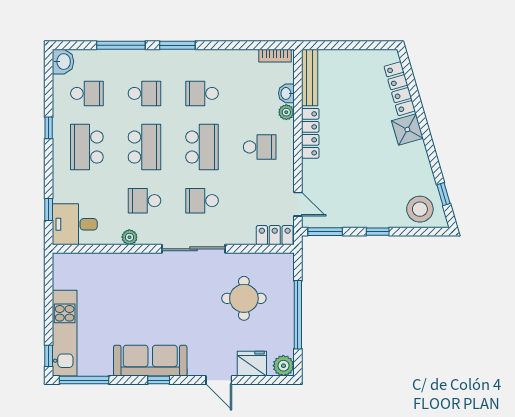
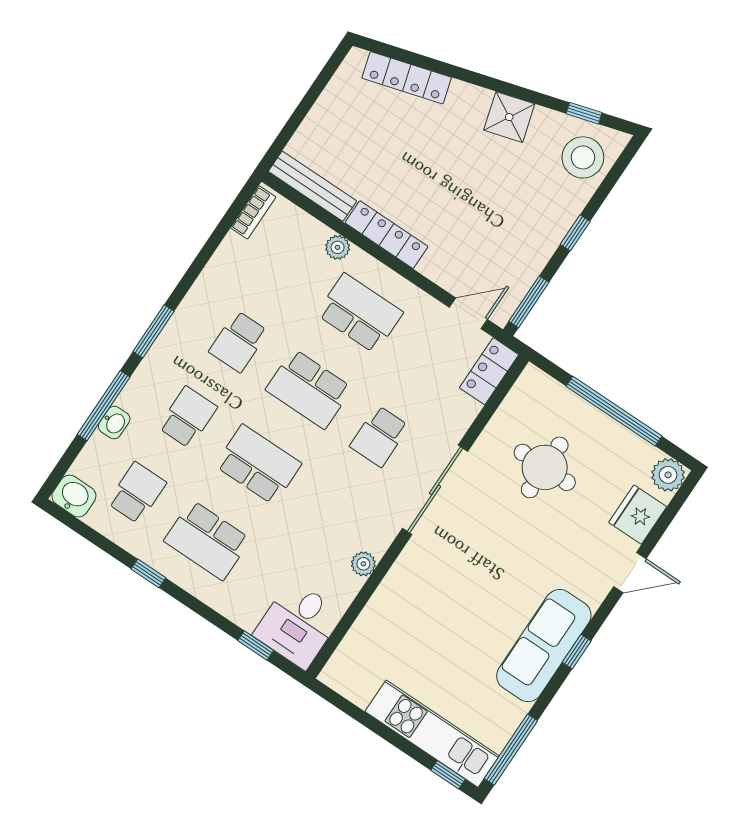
washbasin: (286, 93) -> (114, 423), moved, turned -90
shower: (407, 129) -> (509, 117), moved
school desk: (202, 147) -> (309, 389), turned 180
school desk: (260, 147) -> (360, 313), width x1.85
school desk: (144, 201) -> (329, 512), removed

